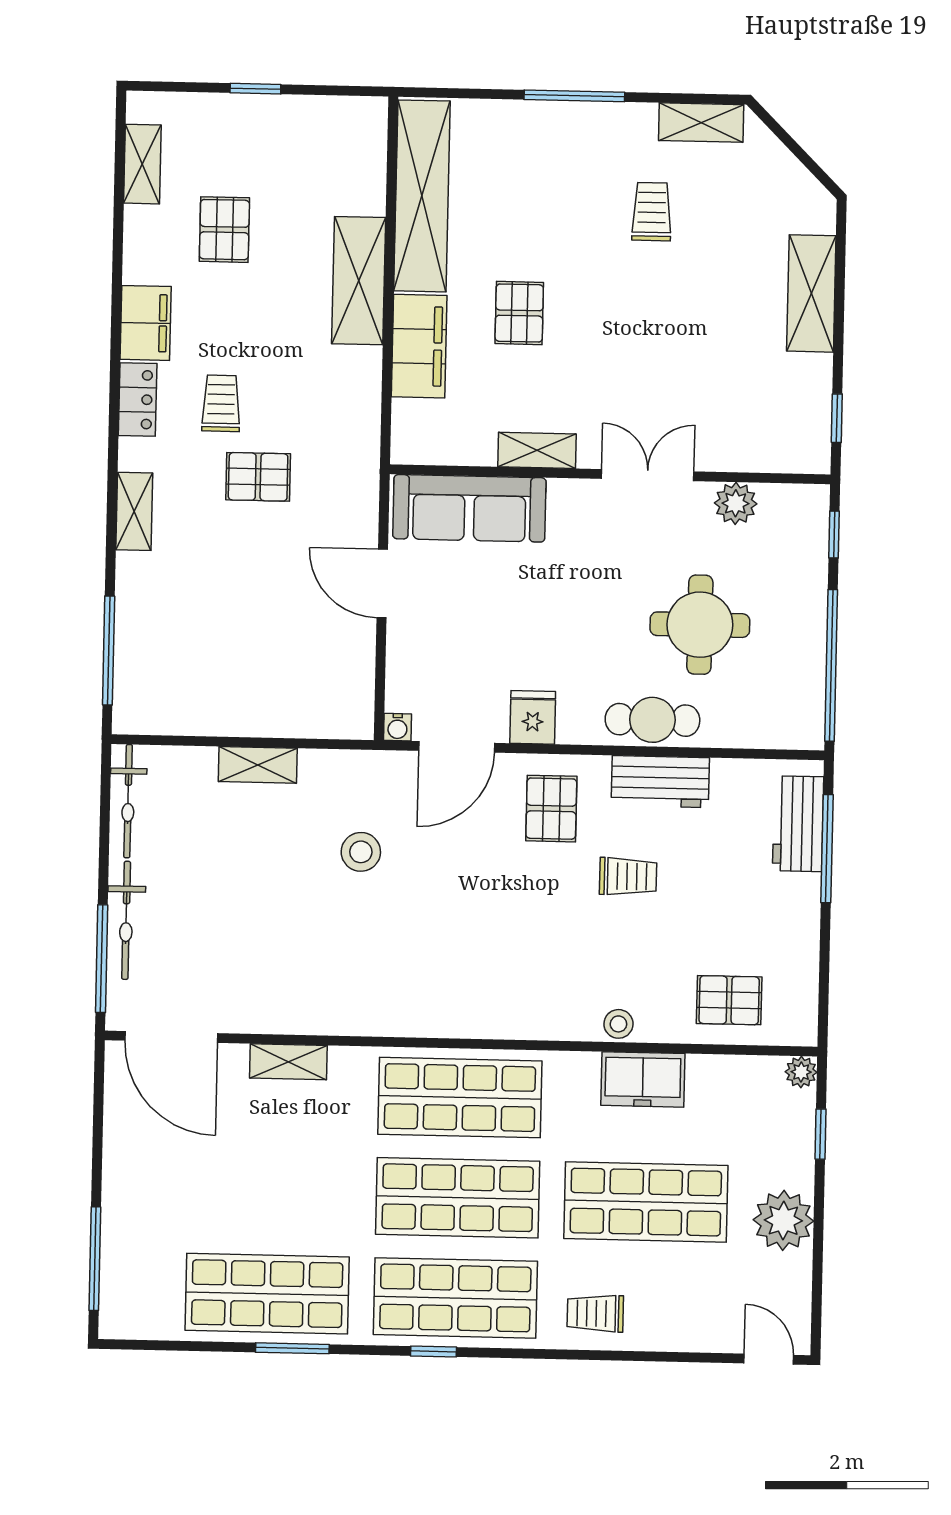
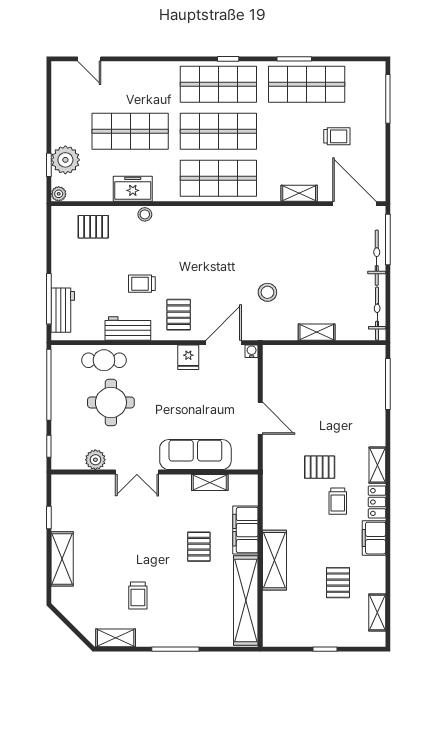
window: (837, 418) -> (49, 517), moved
shelving: (537, 450) -> (210, 482), moved
sofa: (469, 508) -> (195, 455), moved
shelving: (134, 511) -> (377, 465), moved
cafe table: (652, 720) -> (104, 360), moved
plant: (783, 1220) -> (65, 160), moved
trolley: (595, 1313) -> (337, 136), moved
door: (769, 1359) -> (89, 59), moved

